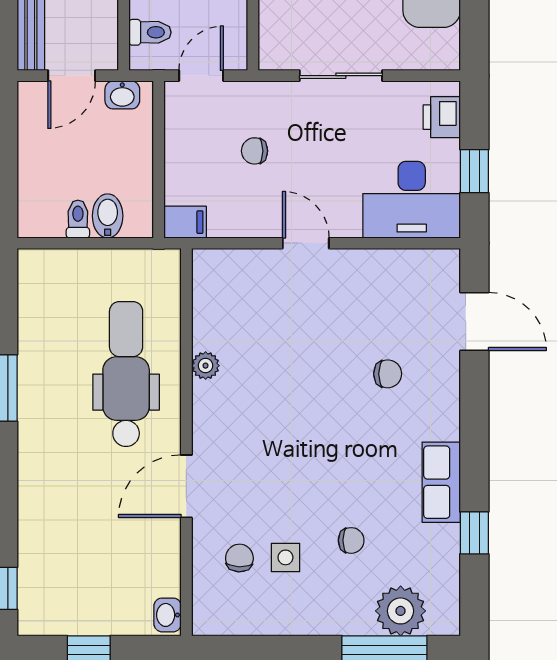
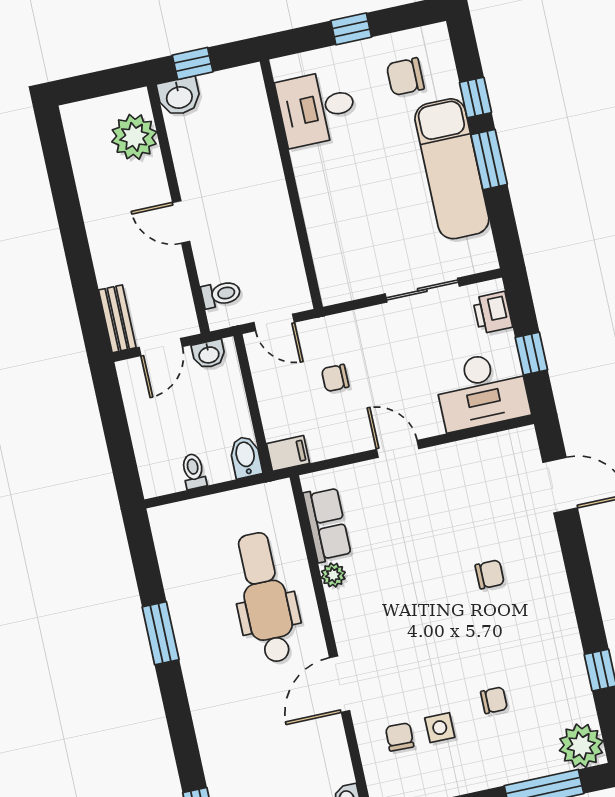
door: (201, 76) -> (274, 322), swing flipped
sliding door: (341, 76) -> (422, 290), moved
bidet: (108, 216) -> (246, 457), moved
chair: (388, 374) -> (490, 574), moved
row of seats: (441, 482) -> (327, 524), moved, turned 180
plant: (401, 611) -> (581, 746), moved

